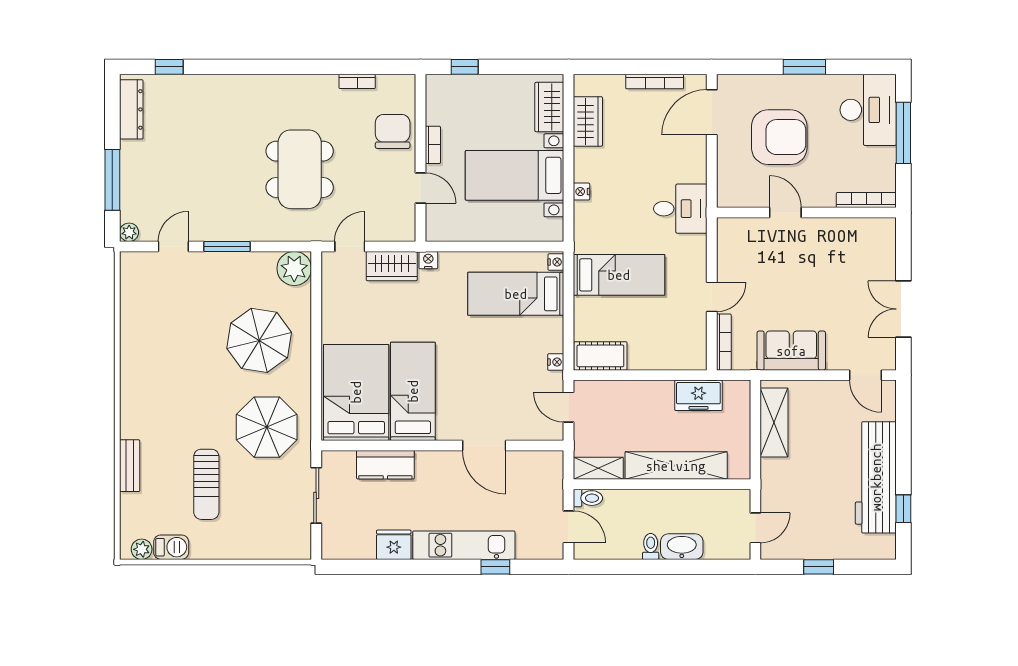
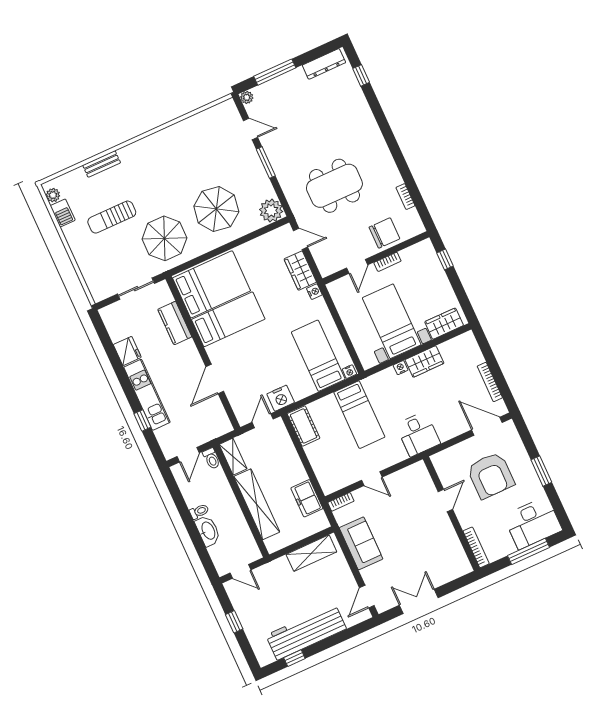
wardrobe: (588, 121) -> (424, 362), moved
bookcase: (724, 342) -> (341, 502), width x0.64
nightstand: (556, 362) -> (281, 398), width x1.89, depth x1.79

